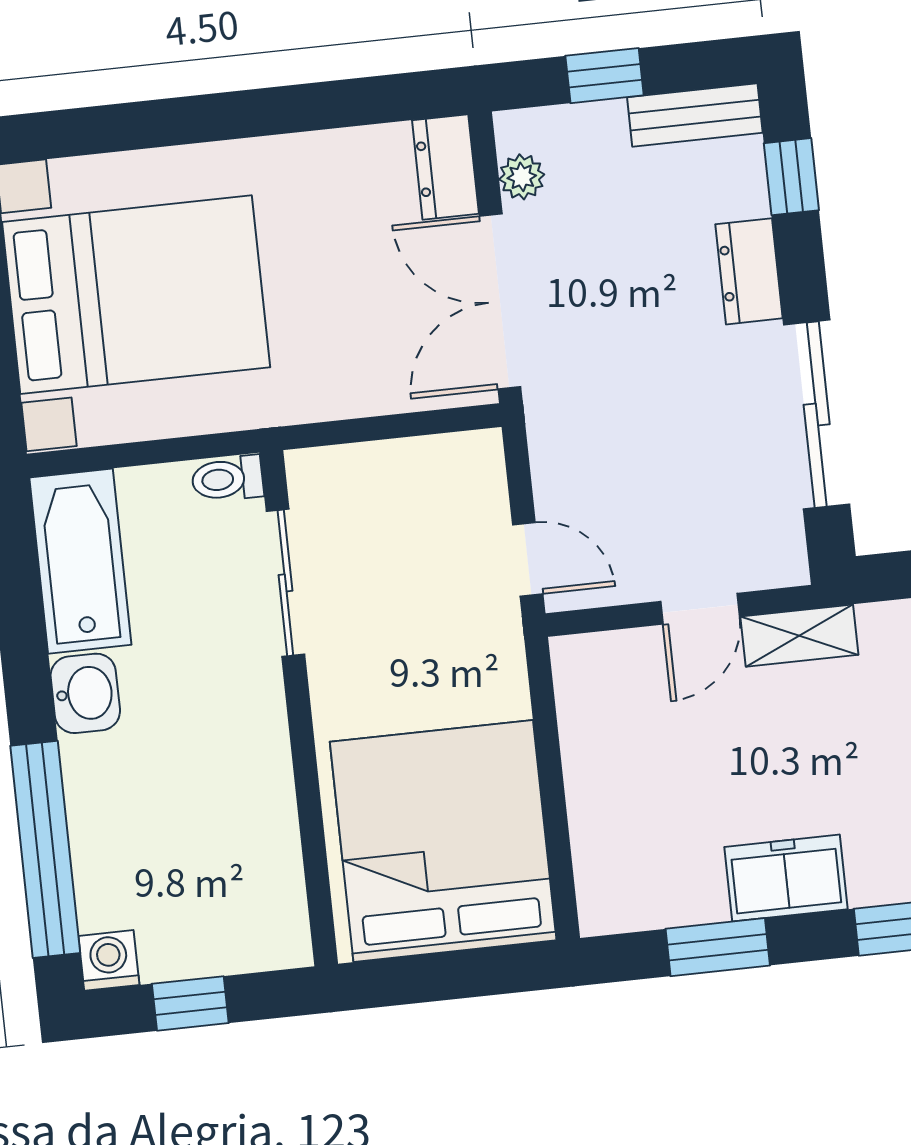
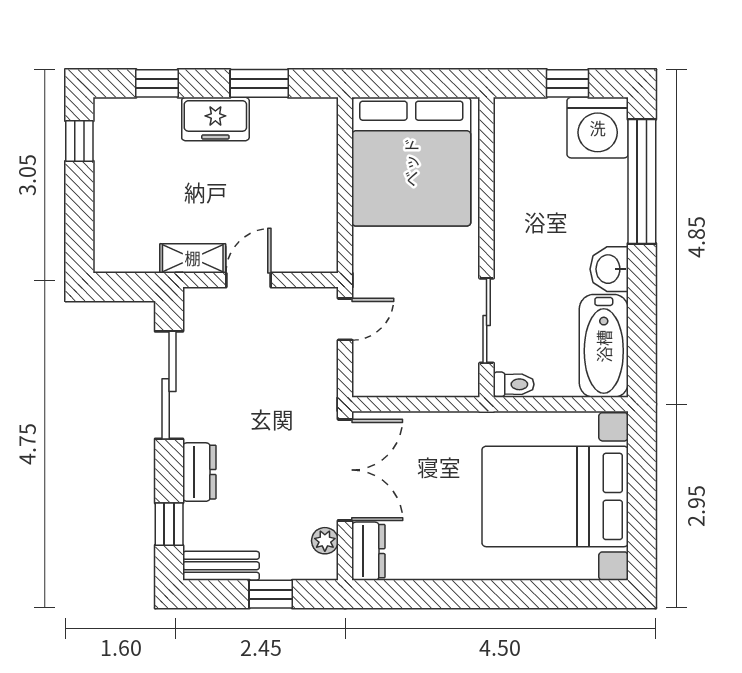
door: (528, 559) -> (345, 319), swing flipped
washing machine: (109, 960) -> (598, 128), width x1.89, depth x1.89

